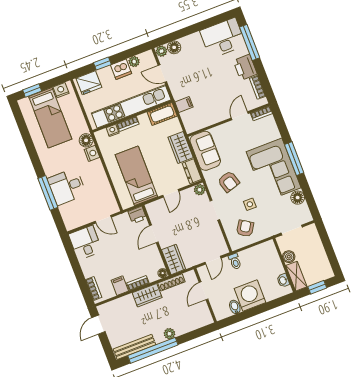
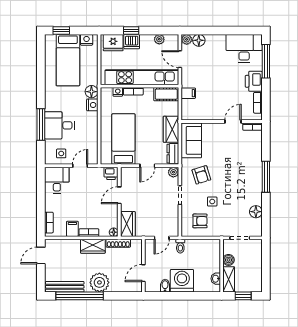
dishwasher: (121, 69) -> (132, 42), moved
corner sofa: (274, 170) -> (244, 180), removed
side table: (79, 214) -> (61, 153), added
door: (103, 219) -> (80, 166), swing flipped
armchair: (245, 228) -> (200, 221), turned 57
door: (204, 291) -> (143, 273), moved
plant: (169, 334) -> (99, 282), width x1.87, depth x1.87

